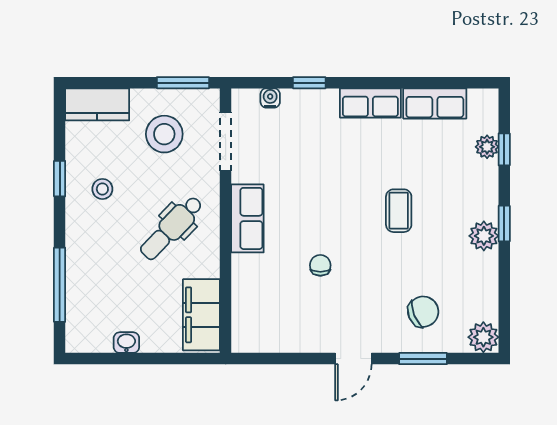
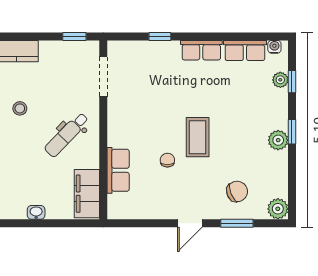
window: (183, 83) -> (74, 36), width x0.67
water cooler: (270, 98) -> (274, 47), moved
stool: (164, 134) -> (62, 71), removed
coffee table: (399, 211) -> (198, 137), moved, width x1.36, depth x1.30
row of seats: (247, 218) -> (118, 170), moved

